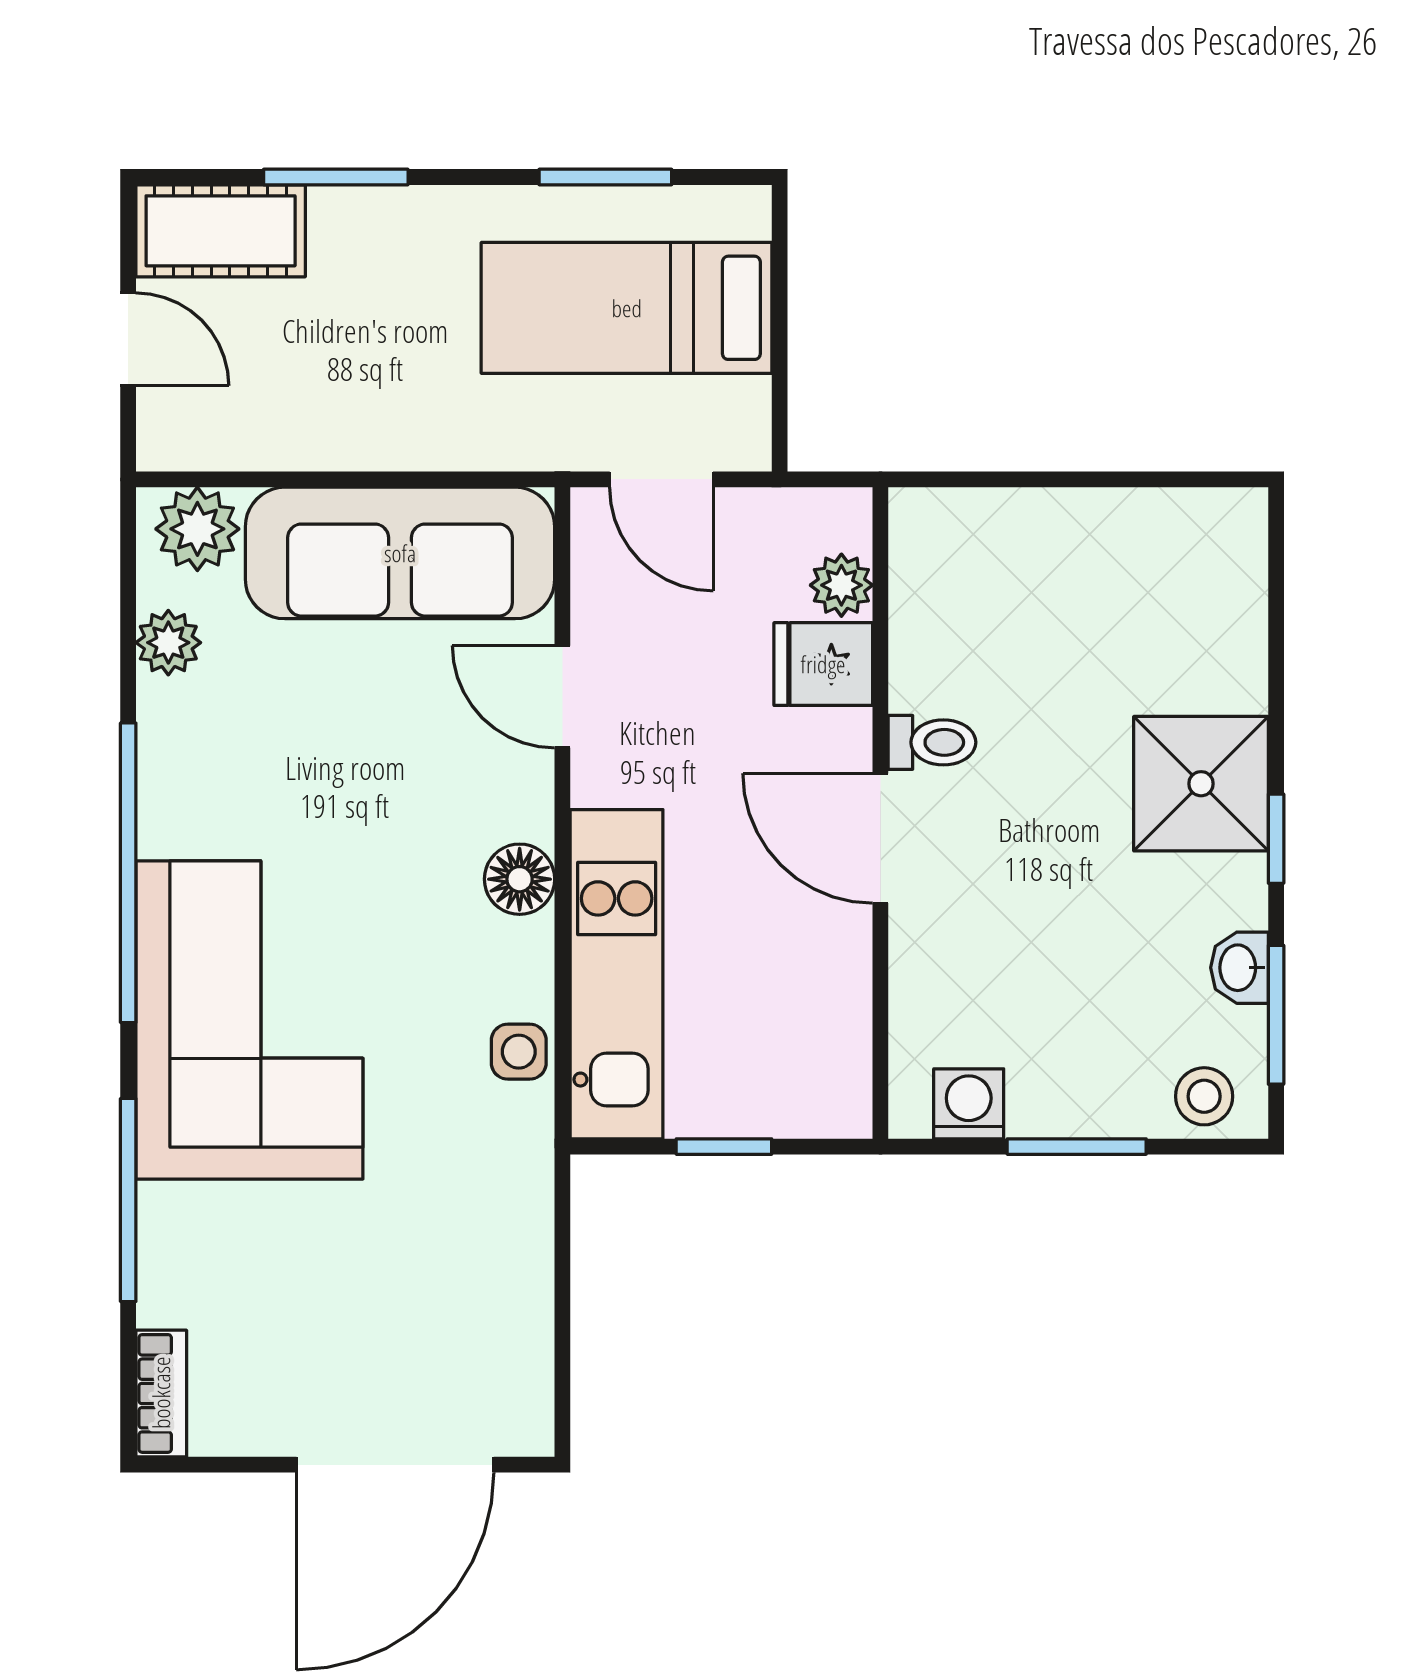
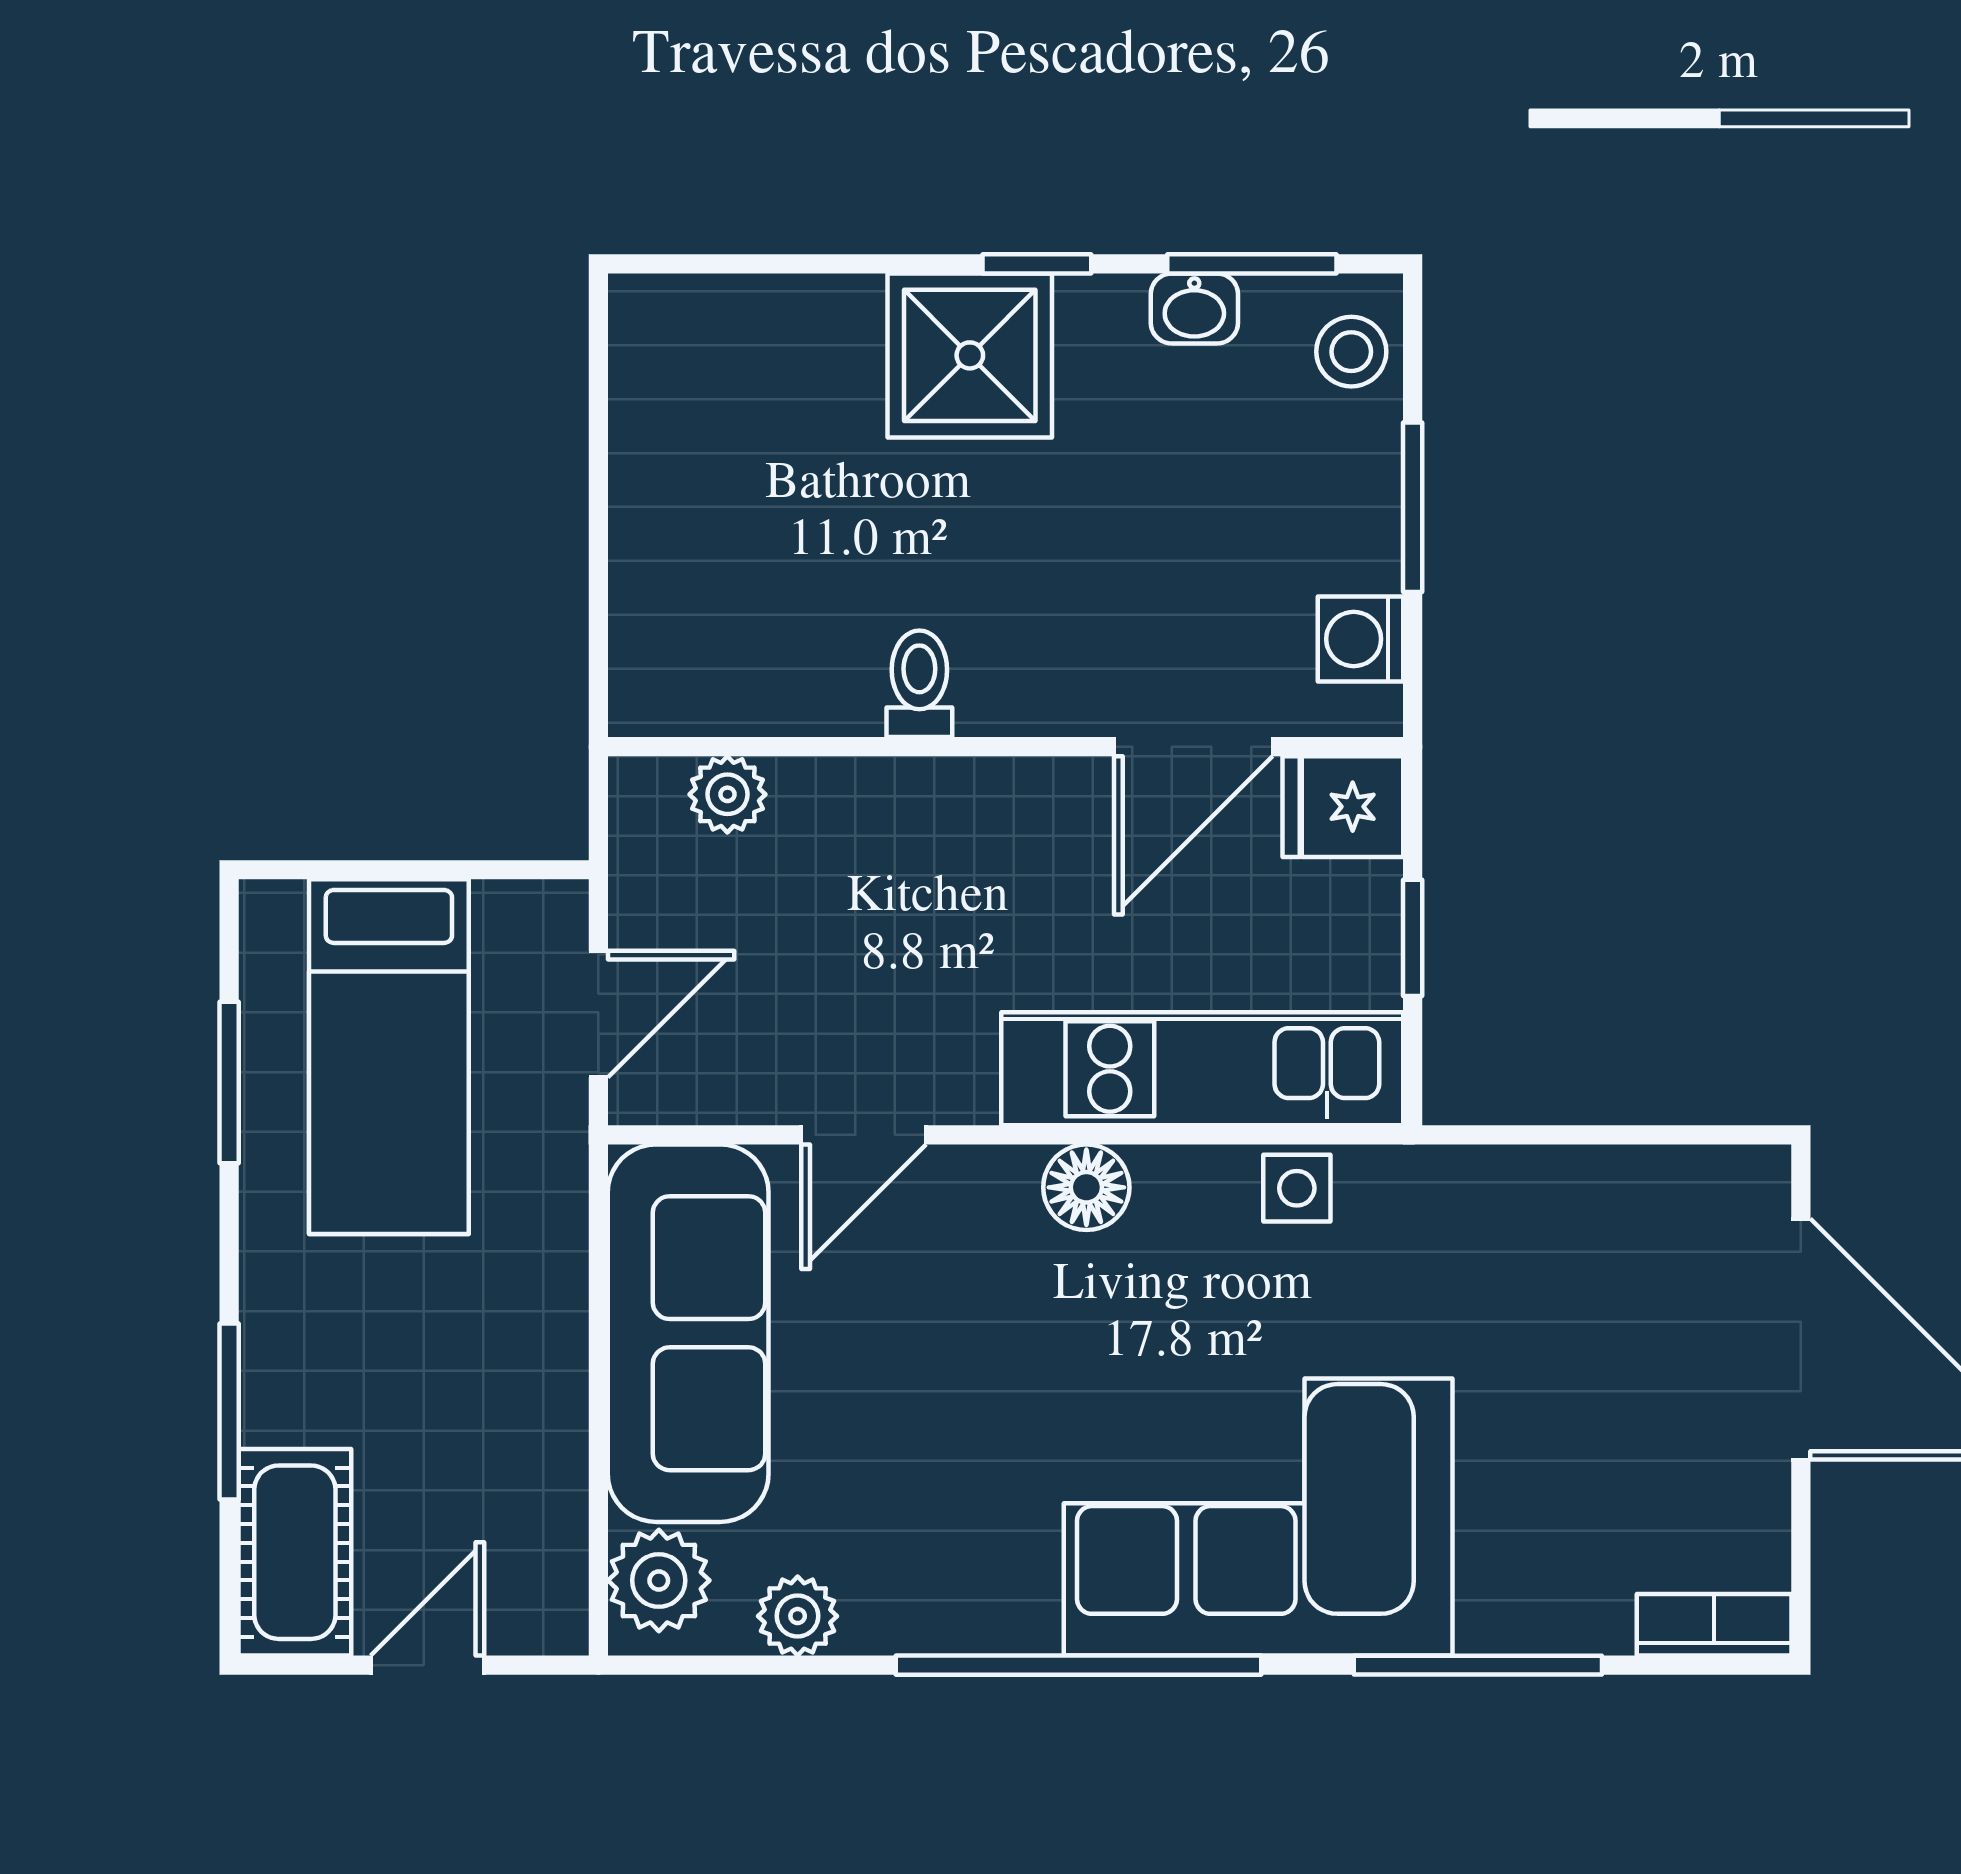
fridge: (823, 664) -> (1343, 807), moved, turned 90
door: (880, 838) -> (1193, 747), moved

